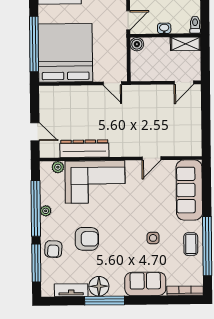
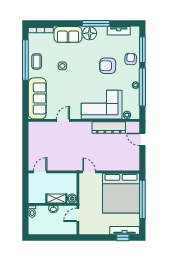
shelving: (186, 44) -> (56, 198), moved
floor lamp: (99, 286) -> (90, 33), moved

